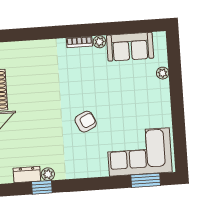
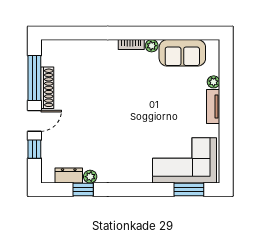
tv unit: (164, 97) -> (213, 107), added
armchair: (86, 122) -> (132, 126), removed

